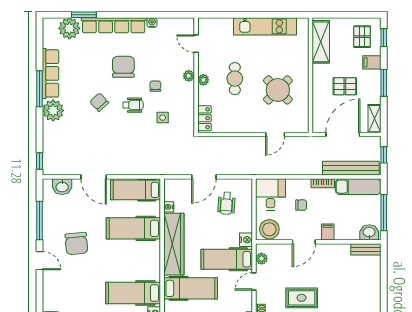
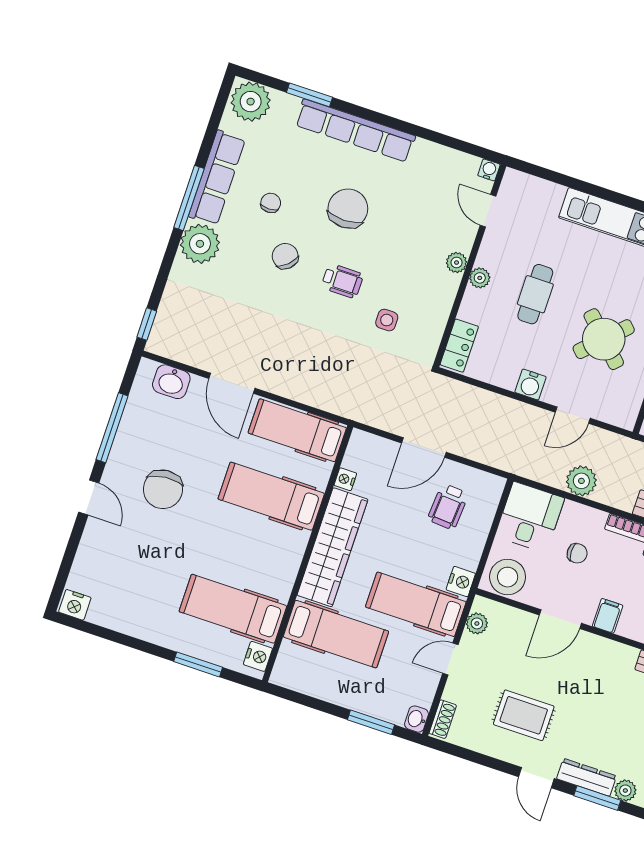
water cooler: (152, 22) -> (489, 170), moved
plant: (69, 28) -> (251, 102), moved
chair: (155, 86) -> (271, 203), moved
water cooler: (248, 126) -> (530, 385), added
plant: (291, 167) -> (581, 481), added

